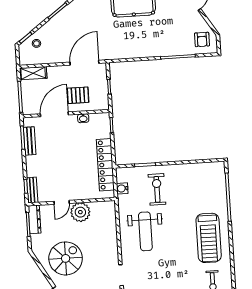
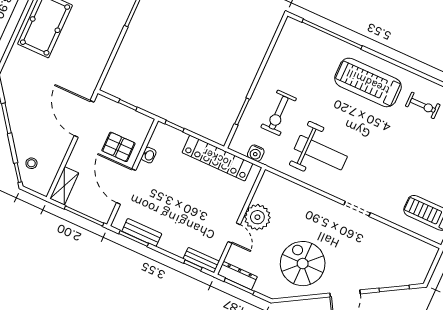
pallet: (78, 95) -> (118, 147), turned 90
exercise bike: (157, 189) -> (279, 113), turned -90
treadmill: (209, 238) -> (368, 82), turned 180

